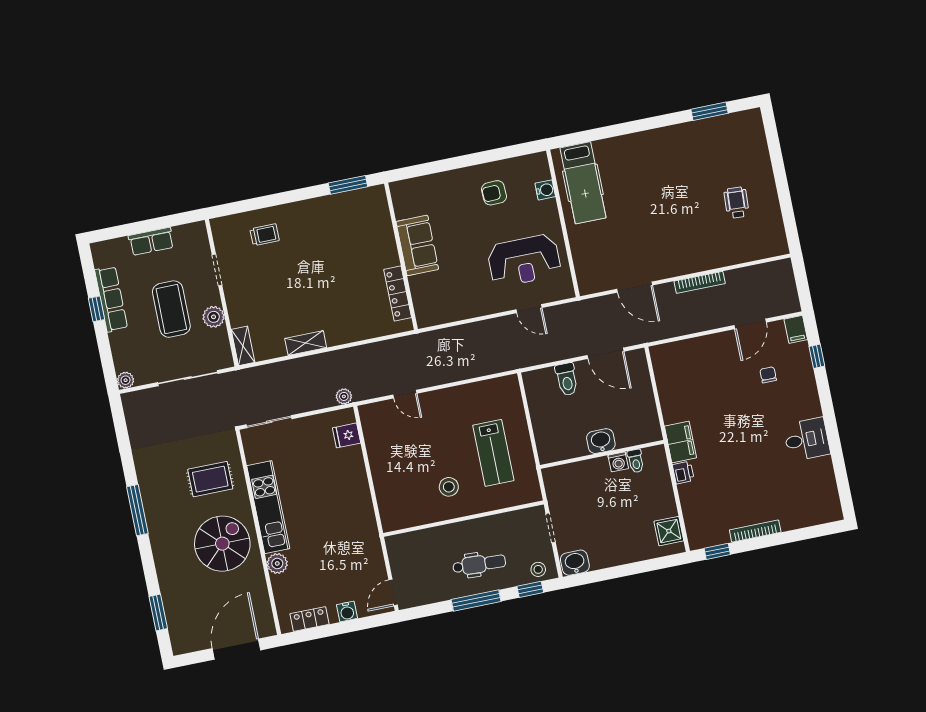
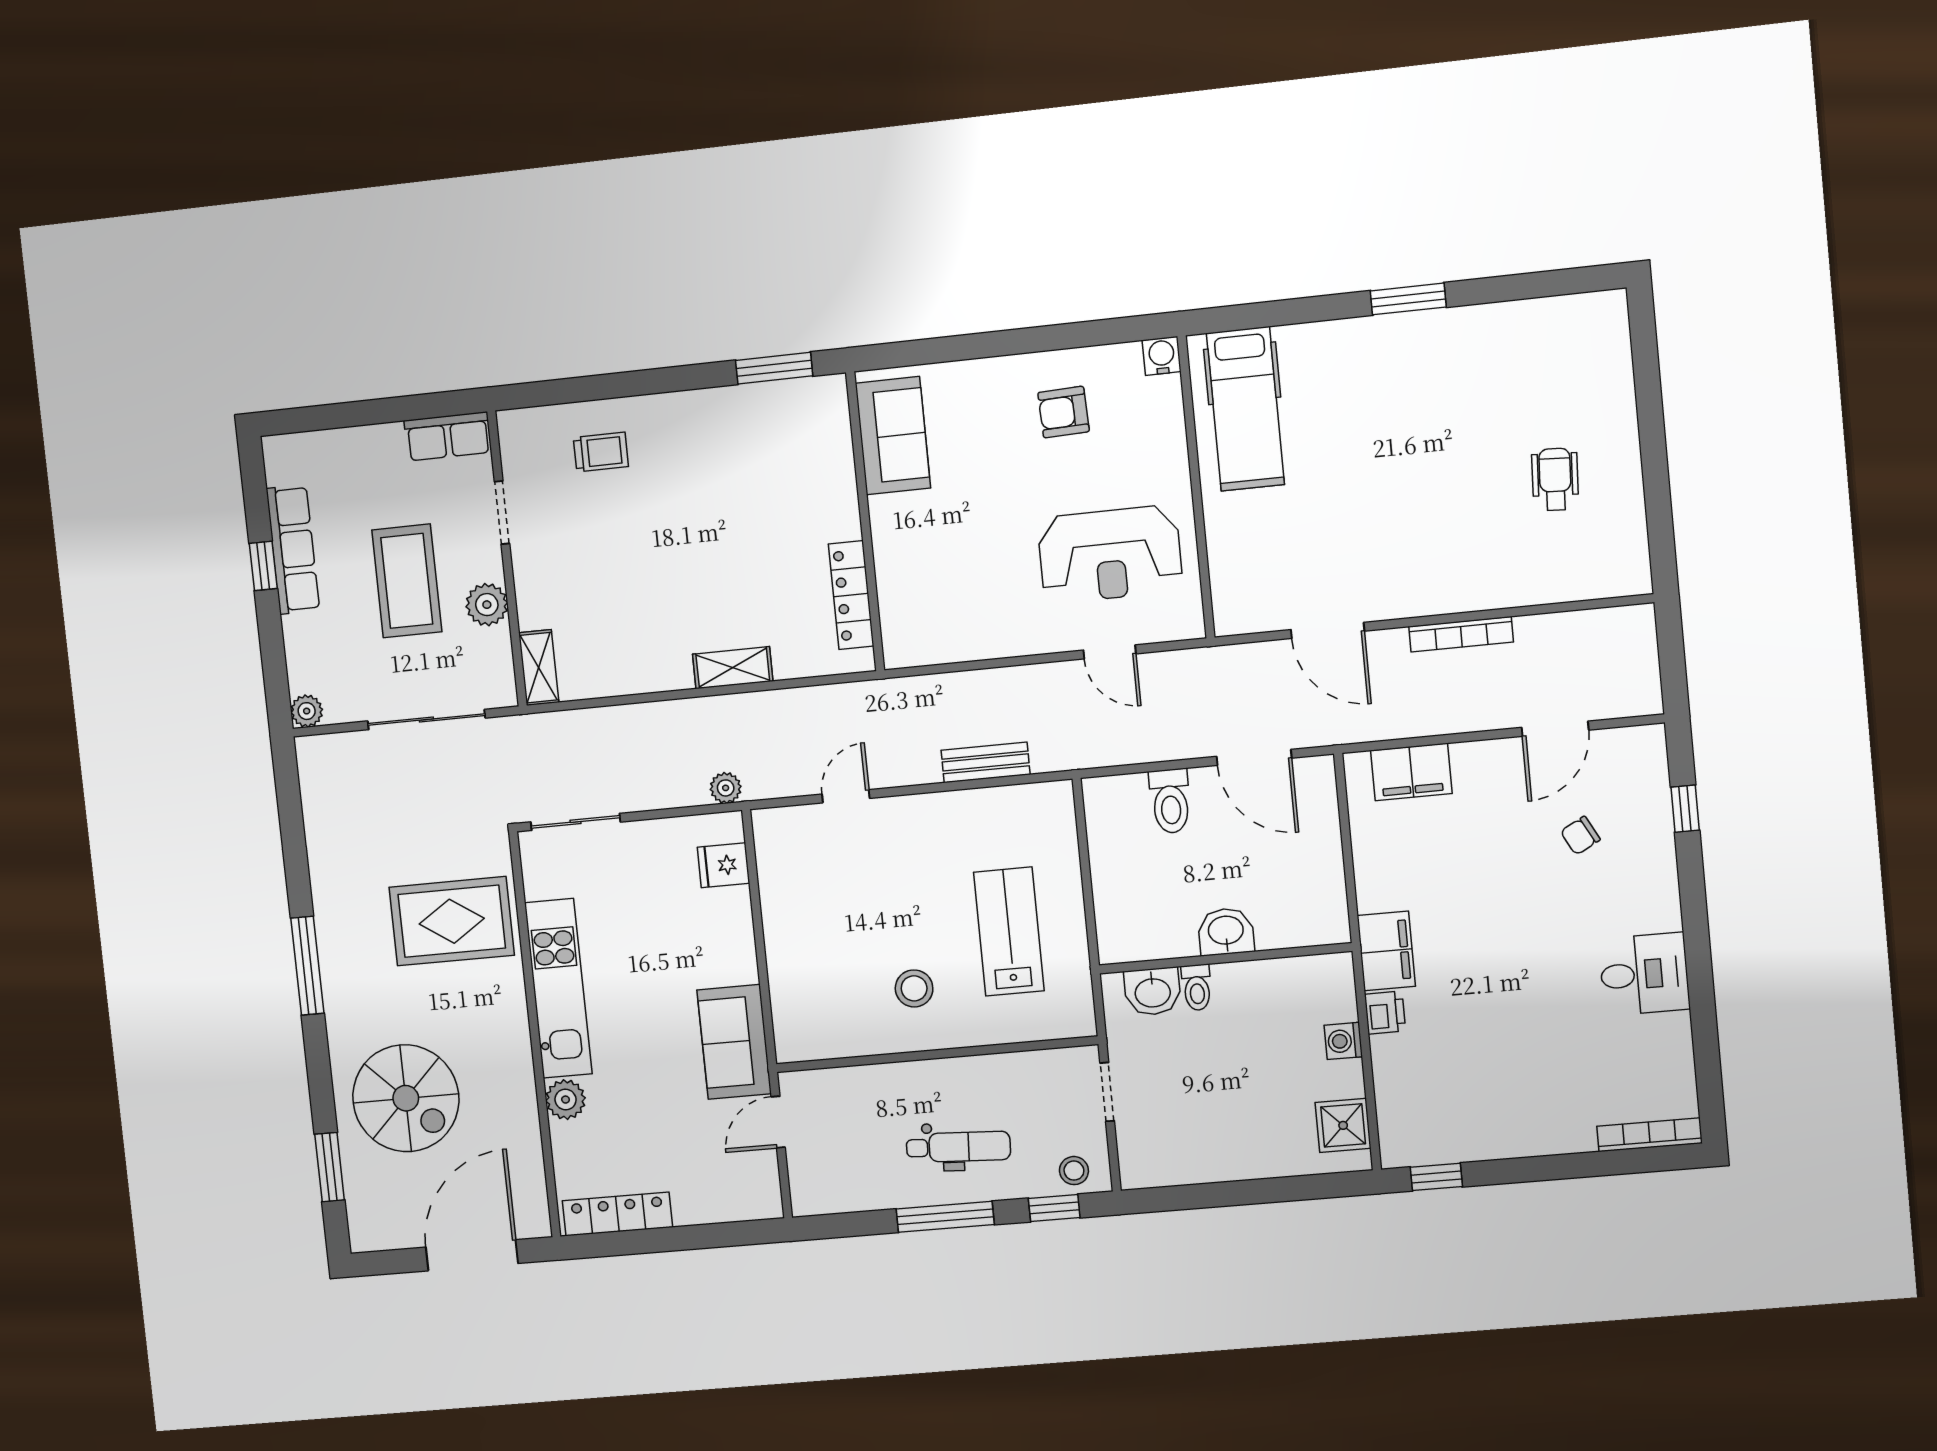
window: (709, 111) -> (1408, 299), moved
water cooler: (545, 190) -> (1162, 356), moved, turned -90
row of seats: (151, 241) -> (448, 436), moved
sofa: (417, 245) -> (893, 436), moved
filing cabinet: (796, 329) -> (1411, 772), moved, width x2.00
shelving: (306, 343) -> (733, 668), moved
bench: (473, 370) -> (986, 762), added
chair: (768, 375) -> (1580, 836), turned -118
door: (405, 394) -> (846, 796), swing flipped
lab bench: (493, 453) -> (1009, 931), turned 180
toilet: (636, 461) -> (1197, 987), moved
washing machine: (618, 462) -> (1343, 1041), moved, turned 90
rug: (210, 479) -> (452, 921), width x1.36, depth x1.43
sofa: (361, 524) -> (734, 1042), added
bookcase: (755, 531) -> (1650, 1135), moved
spiral stairs: (222, 544) -> (406, 1098), moved, turned 90
washbasin: (575, 563) -> (1153, 992), moved, turned 180
door: (393, 592) -> (778, 1122), moved
water cooler: (347, 612) -> (691, 1208), removed
locker: (309, 619) -> (617, 1214), width x1.53

